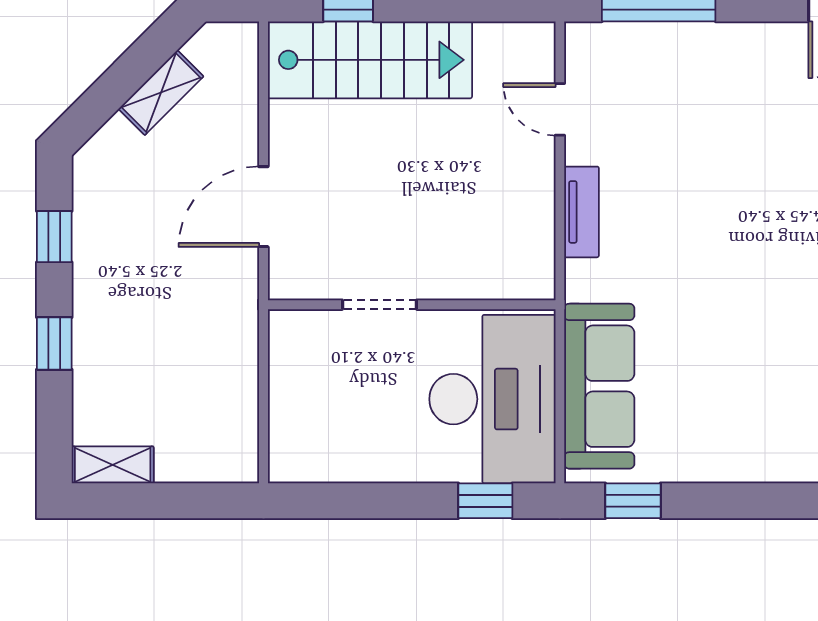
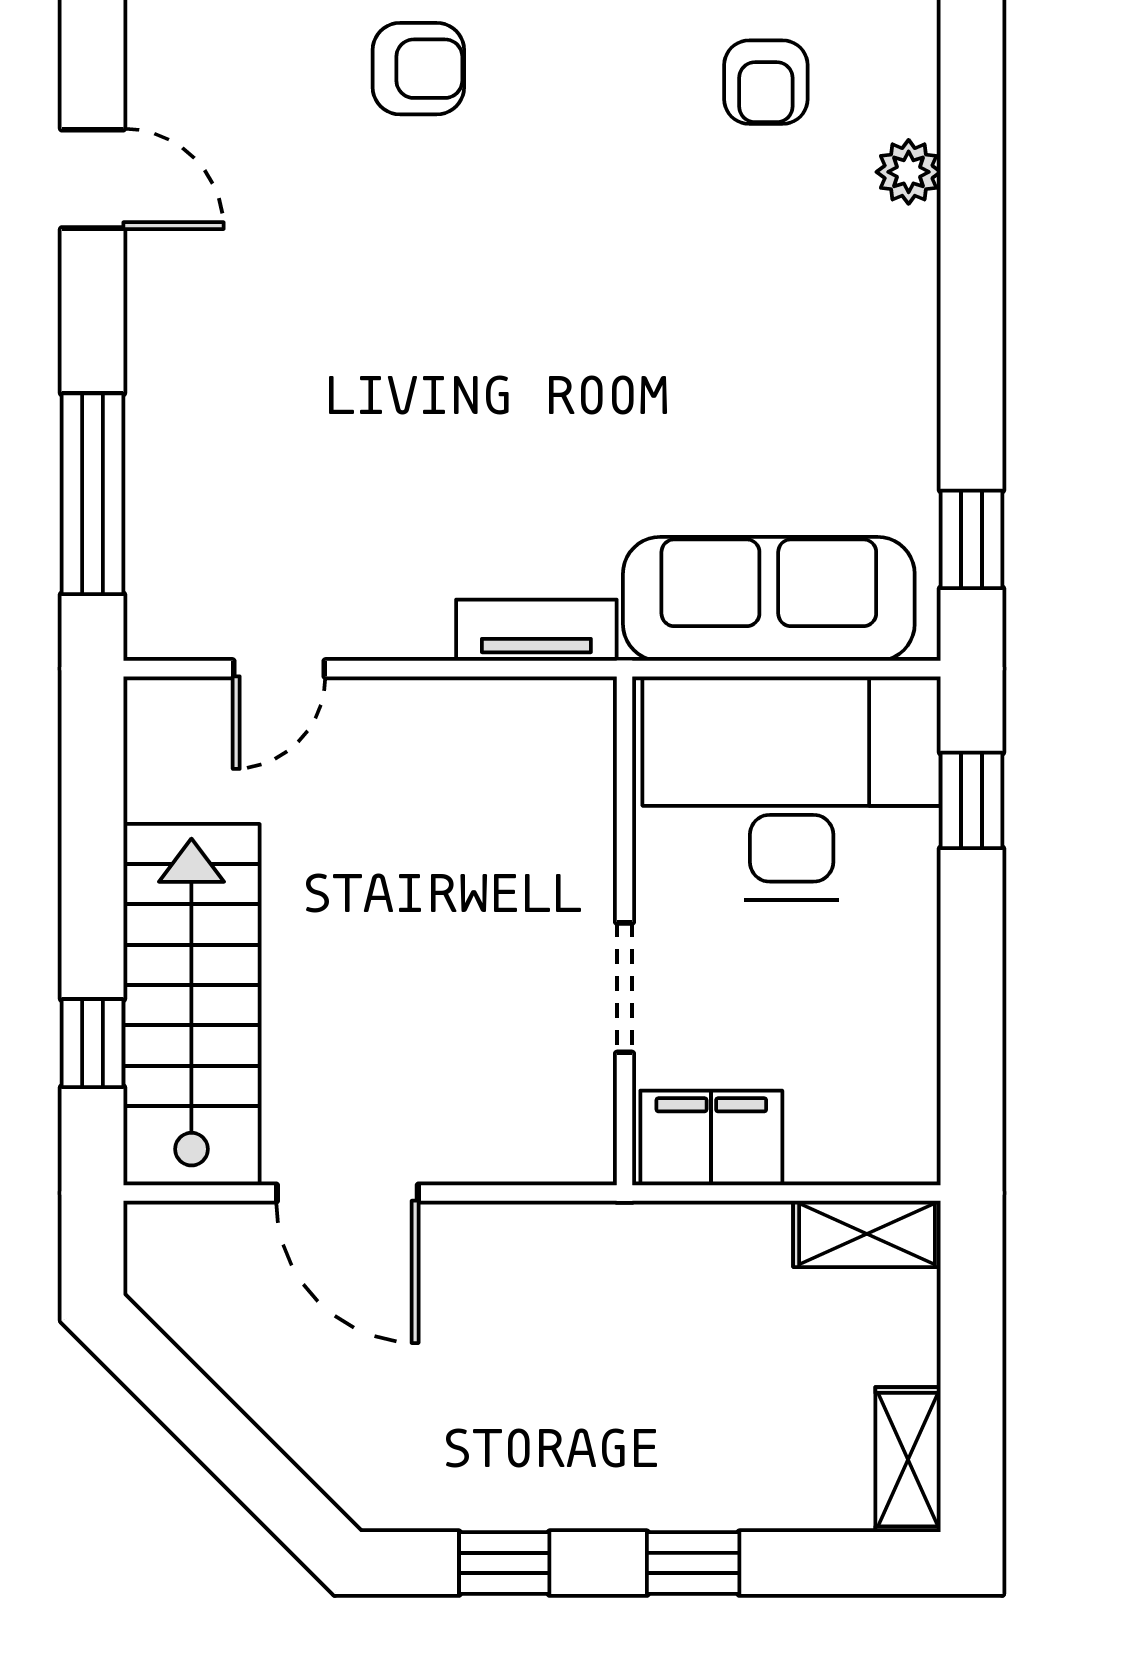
shelving: (161, 93) -> (867, 1234), moved, turned -45
door: (263, 207) -> (347, 1193), moved
tv unit: (582, 212) -> (536, 630), moved
filing cabinet: (295, 354) -> (711, 1138), added

